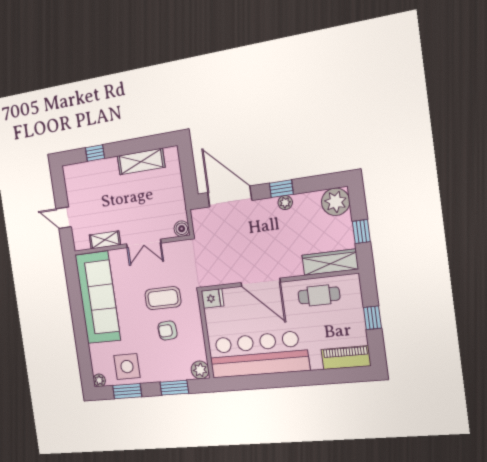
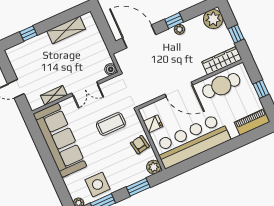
cafe table: (319, 295) -> (221, 86), width x1.37, depth x1.35
fridge: (213, 298) -> (153, 124), moved
armchair: (168, 331) -> (140, 145), moved, turned 84

